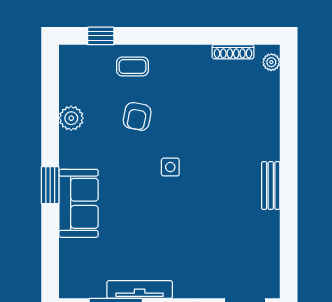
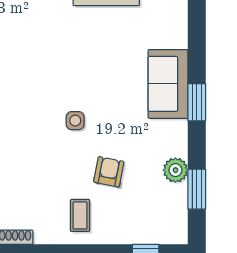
coffee table: (132, 67) -> (80, 215), moved, turned 90
window: (50, 99) -> (197, 189), added

